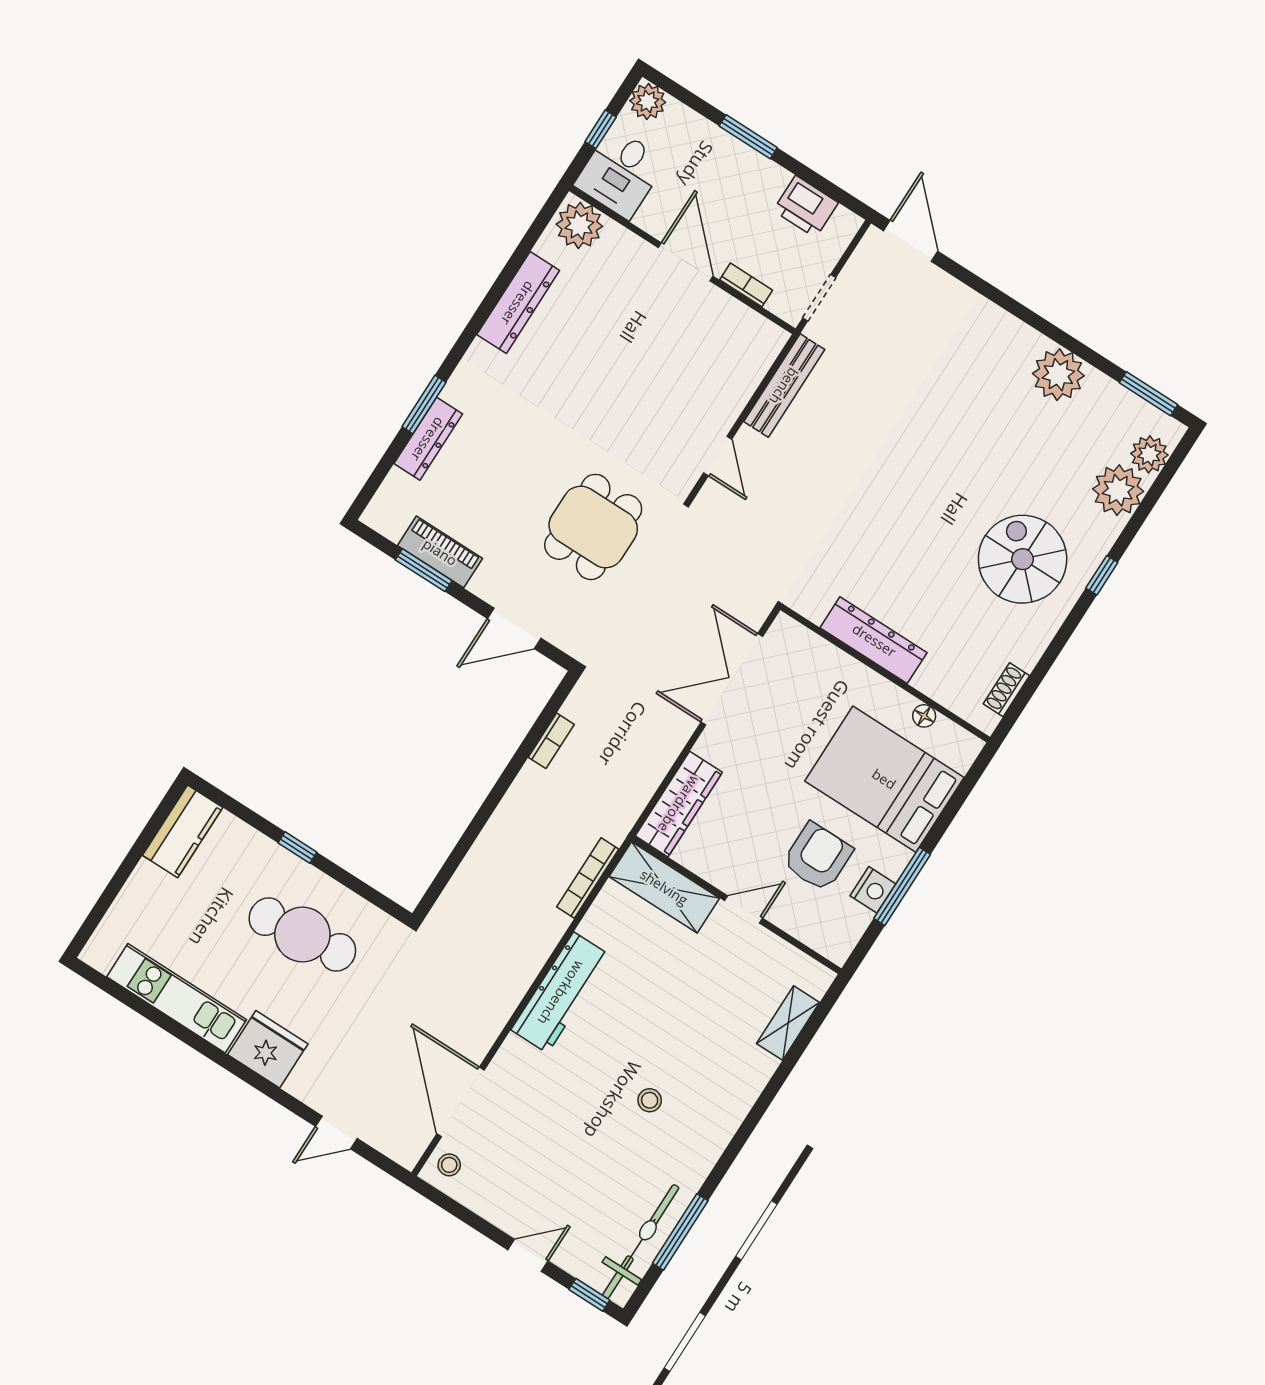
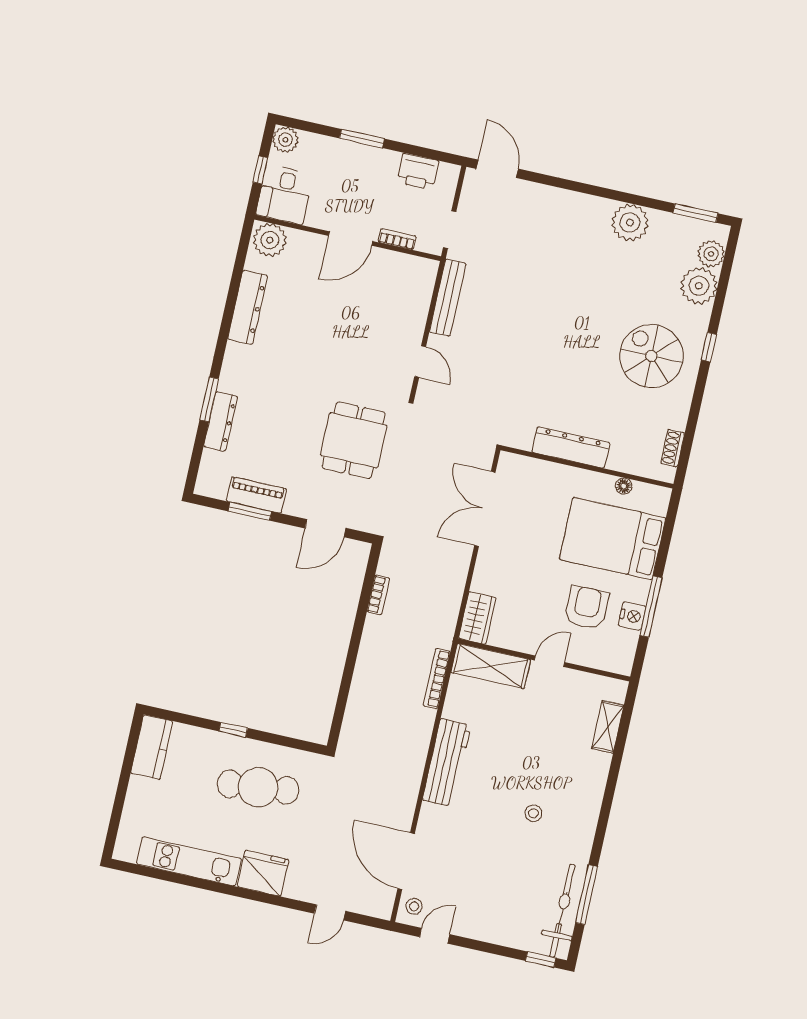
door: (686, 262) -> (351, 239), swing flipped
wardrobe: (679, 804) -> (477, 618), width x0.67
door: (528, 1255) -> (435, 936), moved

